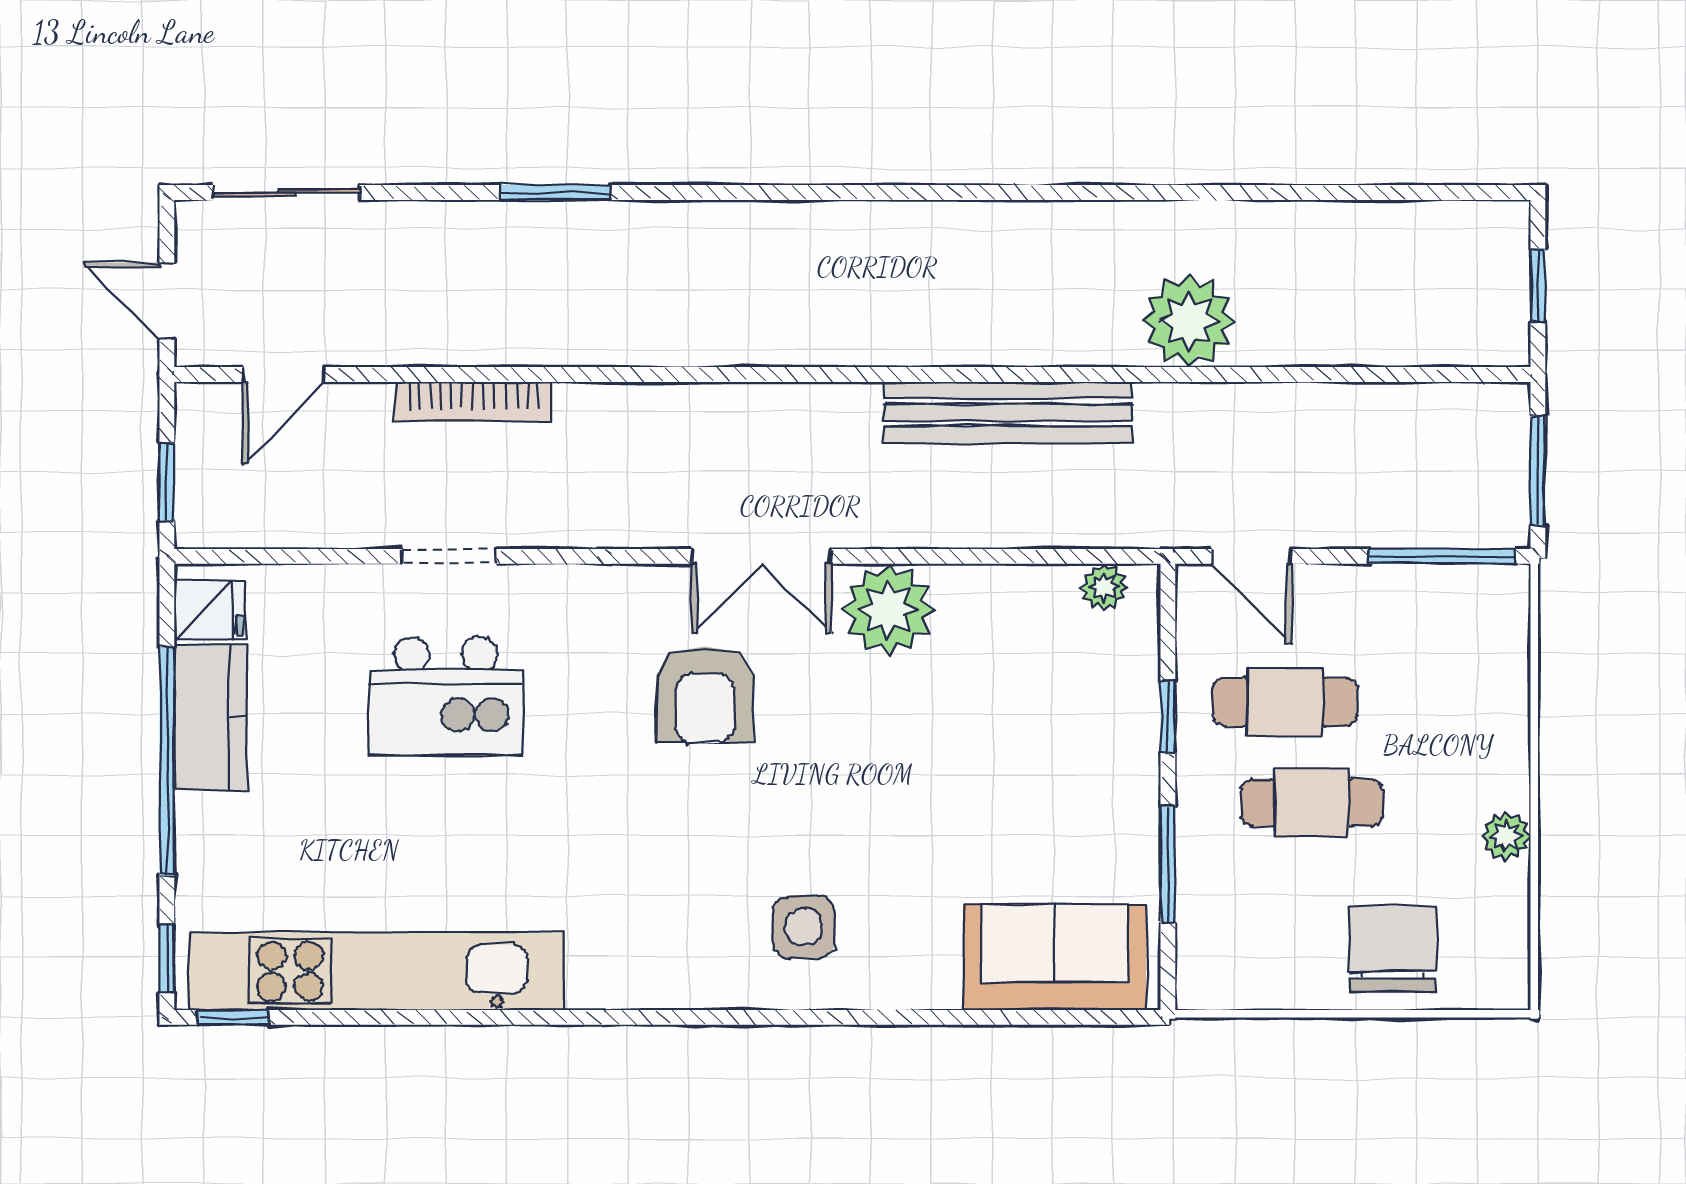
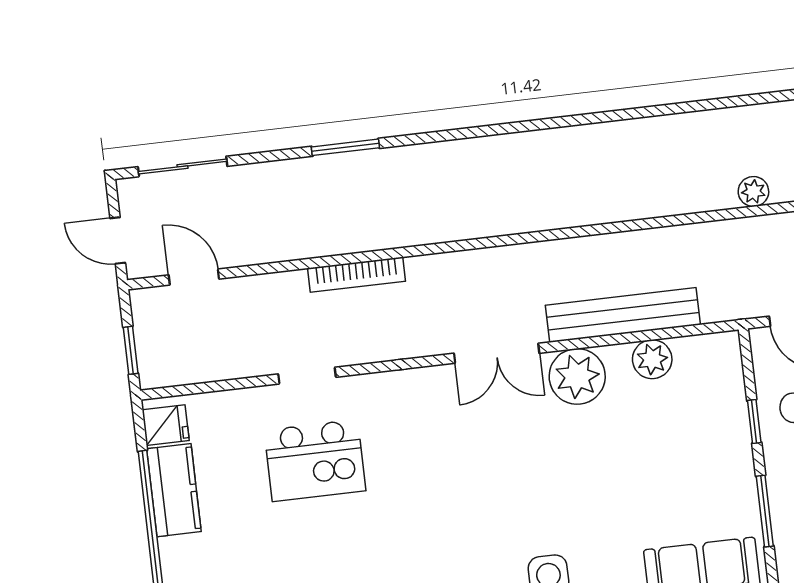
plant: (1189, 321) -> (753, 192), width x0.53, depth x0.53
door: (284, 374) -> (194, 277), swing flipped
bookcase: (473, 402) -> (356, 275), moved
bench: (1008, 413) -> (623, 315), moved
plant: (1104, 587) -> (652, 359), moved, width x1.38, depth x1.38
armchair: (705, 695) -> (472, 441), removed

